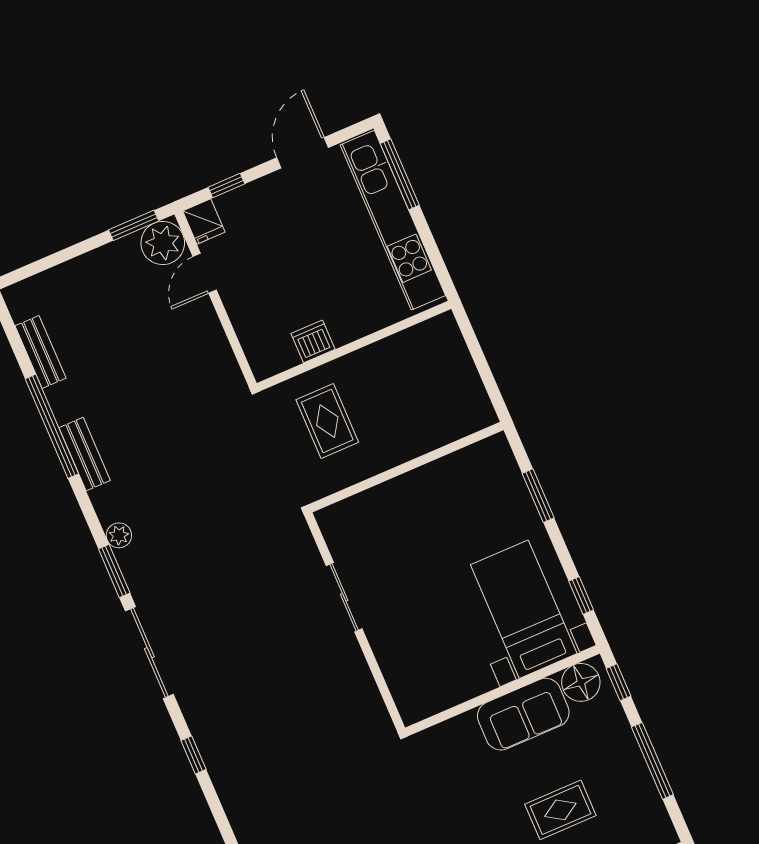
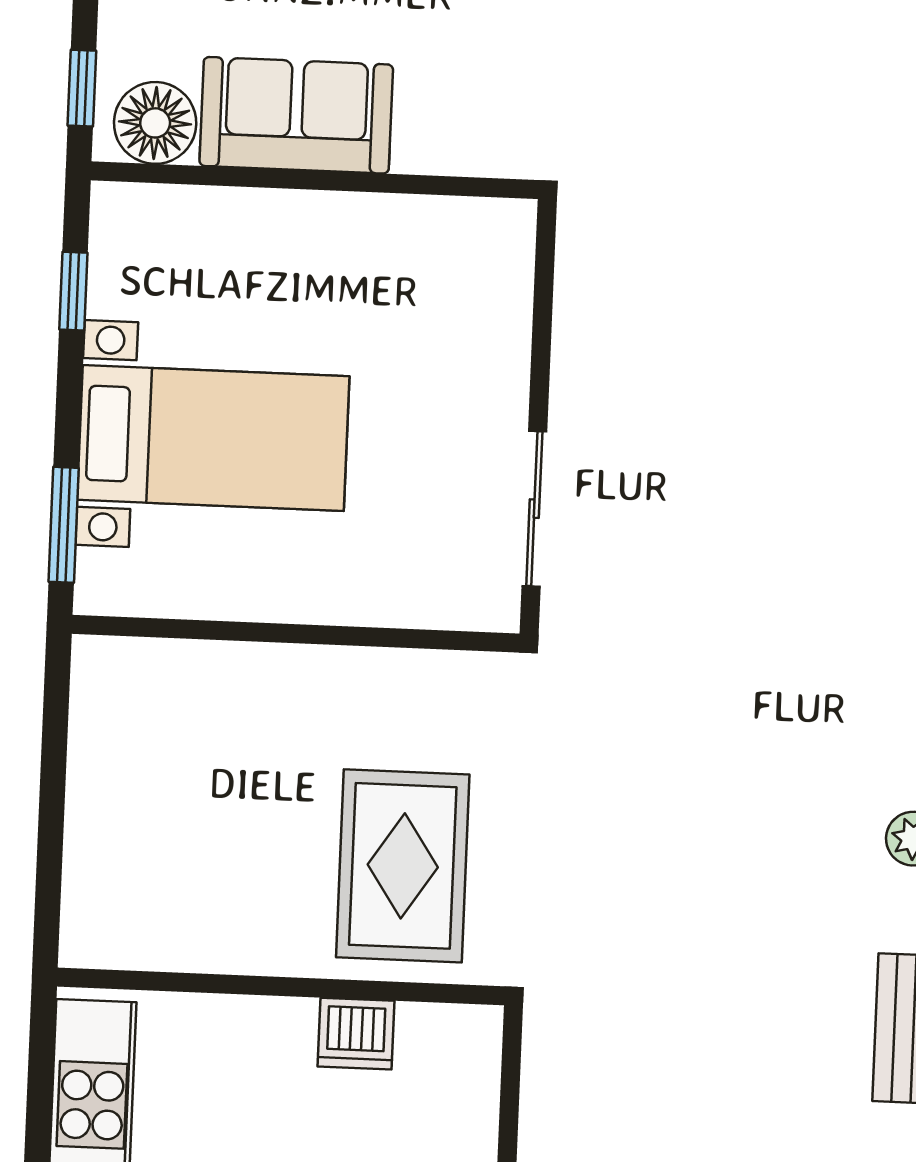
rug: (327, 421) -> (403, 866), width x1.36, depth x1.43
wall: (406, 467) -> (296, 634), moved
bed with nightstands: (524, 609) -> (213, 438), moved, turned -90

